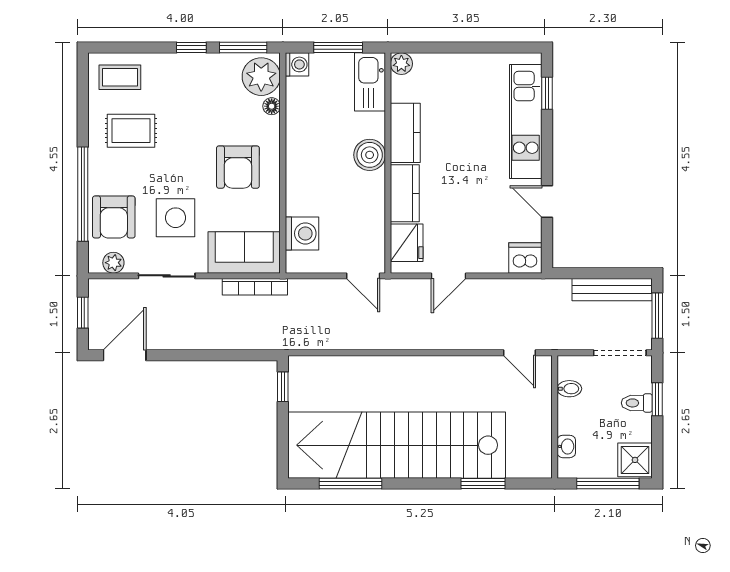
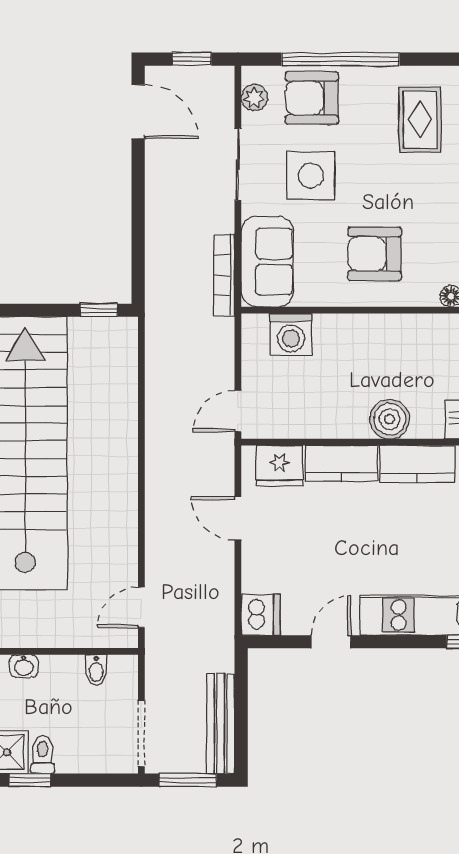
window: (657, 399) -> (30, 780), moved
toilet: (637, 403) -> (43, 754), moved

